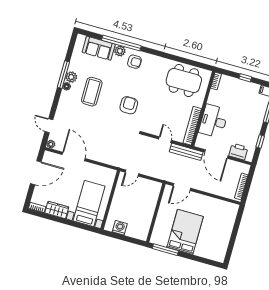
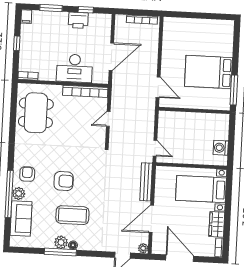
armchair: (129, 105) -> (64, 181), moved, turned 180
bench: (186, 152) -> (146, 182), moved
printer: (238, 152) -> (78, 20), moved, turned -90

